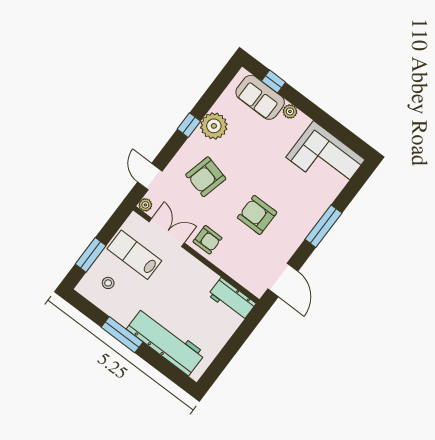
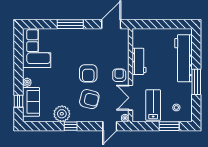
armchair: (257, 215) -> (88, 73), moved
lab bench: (134, 255) -> (153, 105), turned 180
workbench: (232, 299) -> (139, 61), moved

